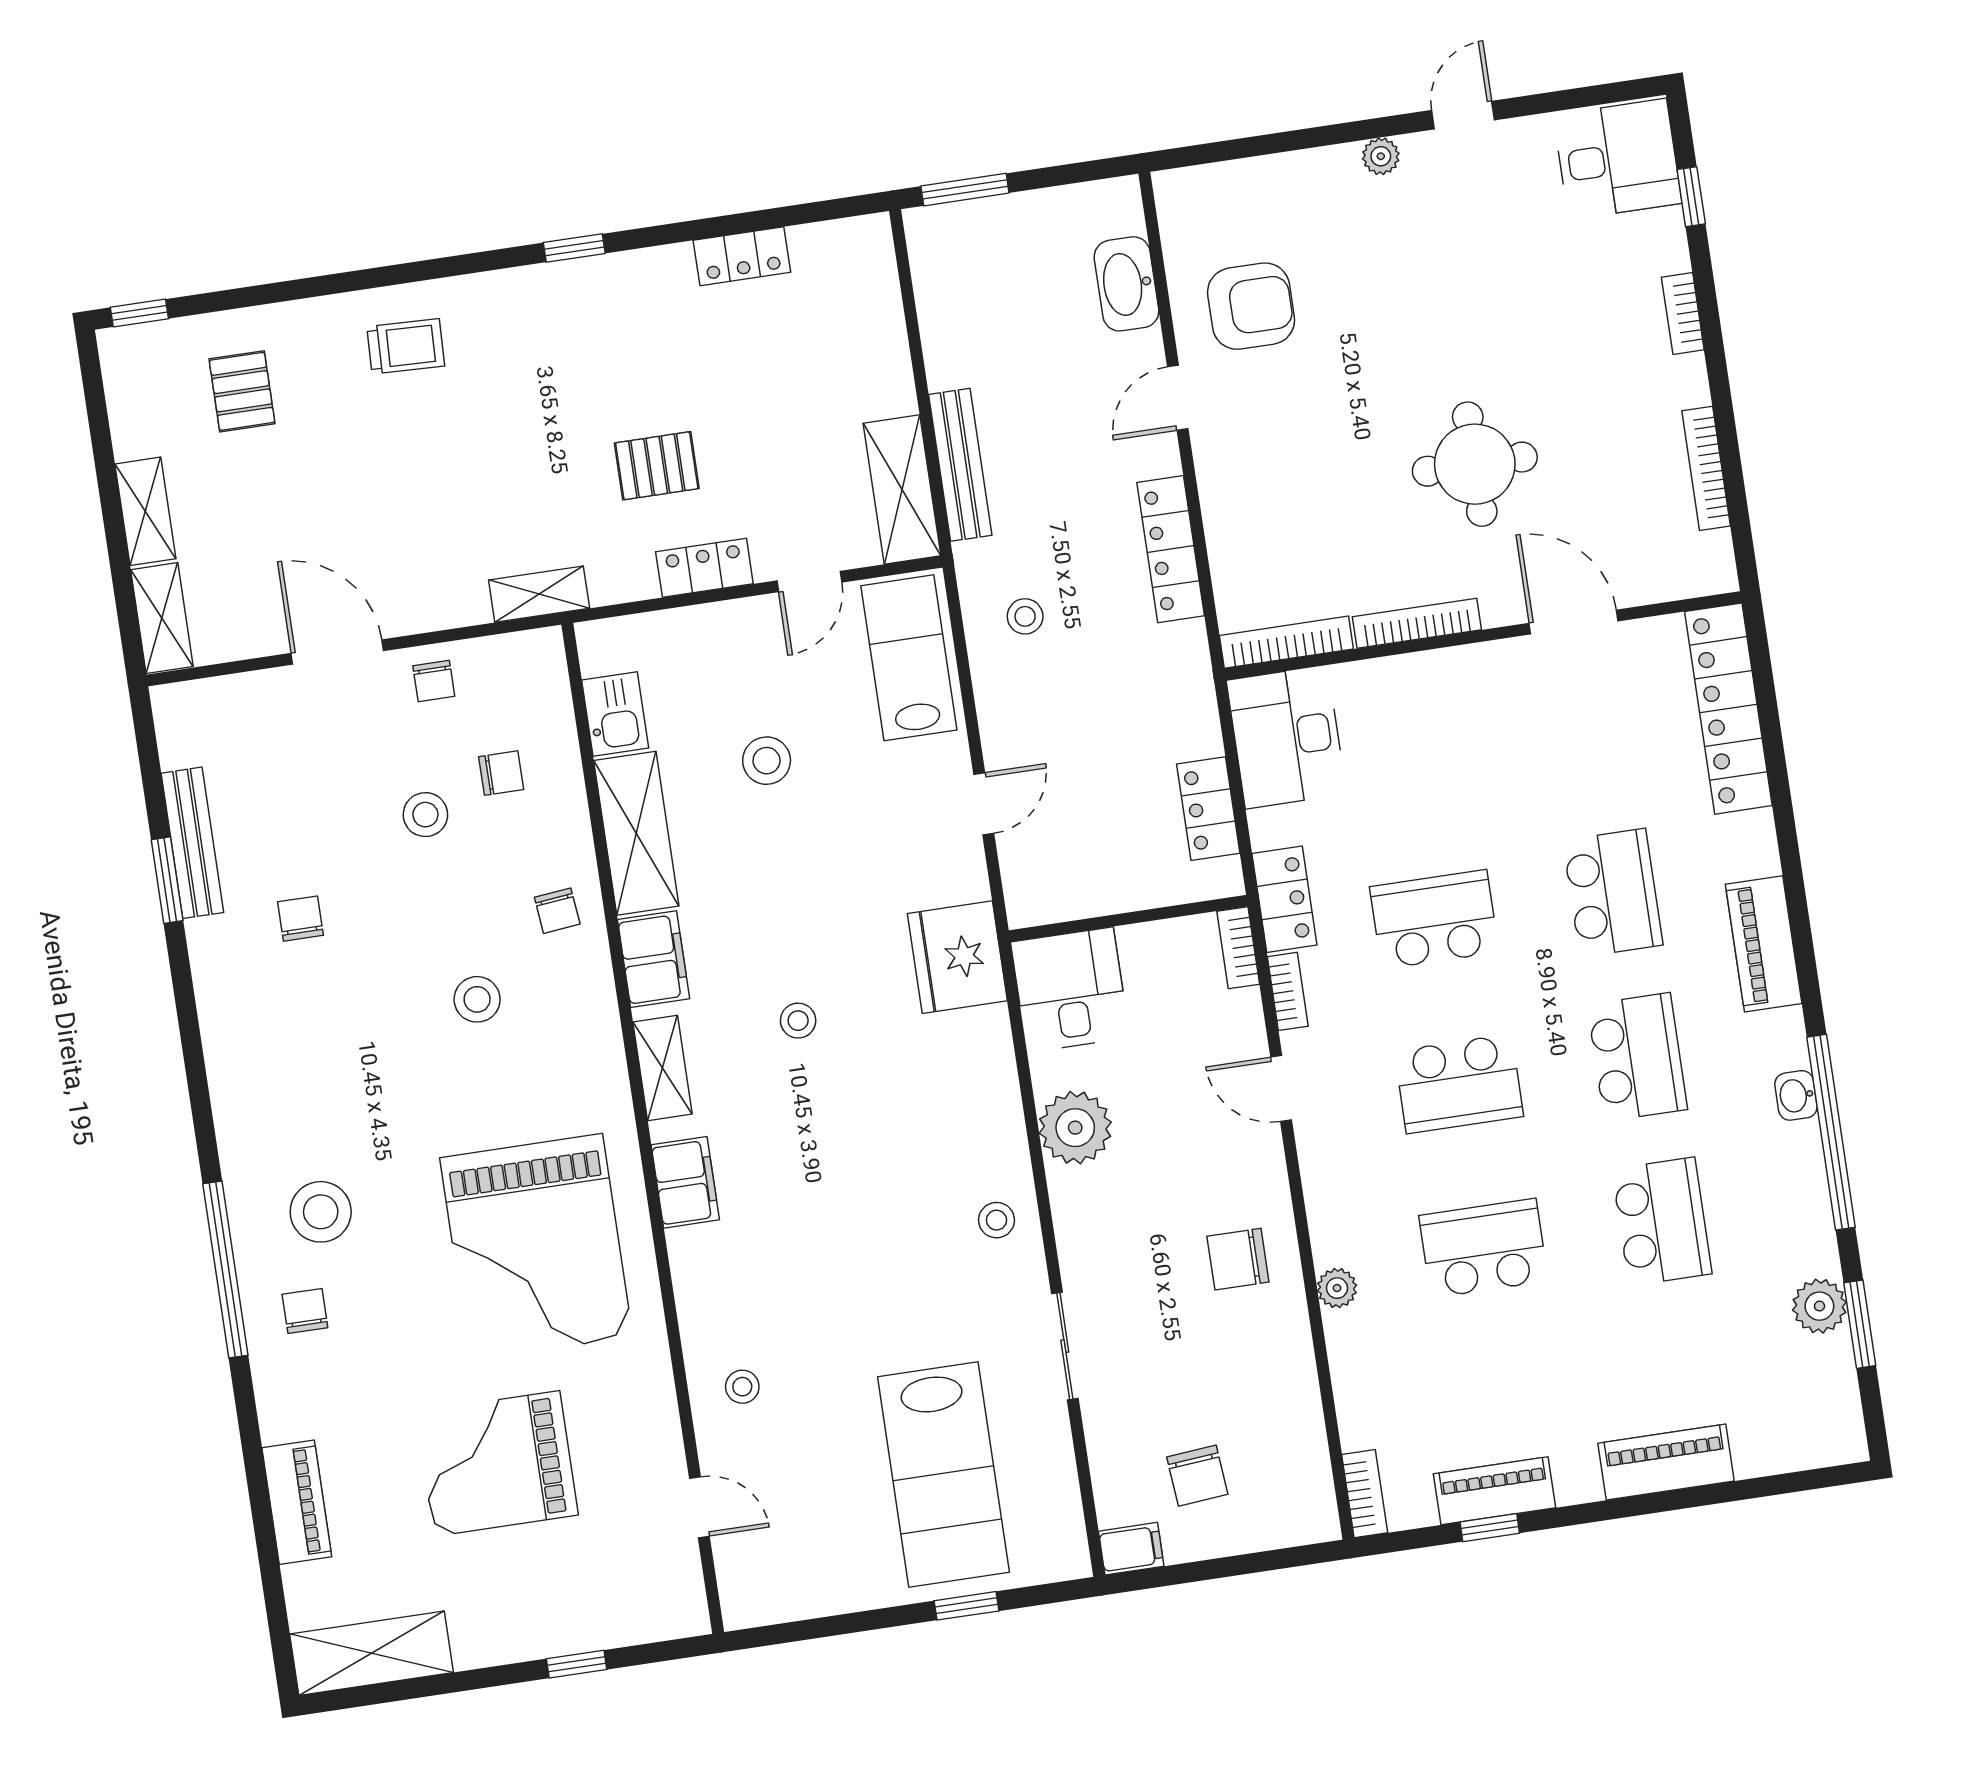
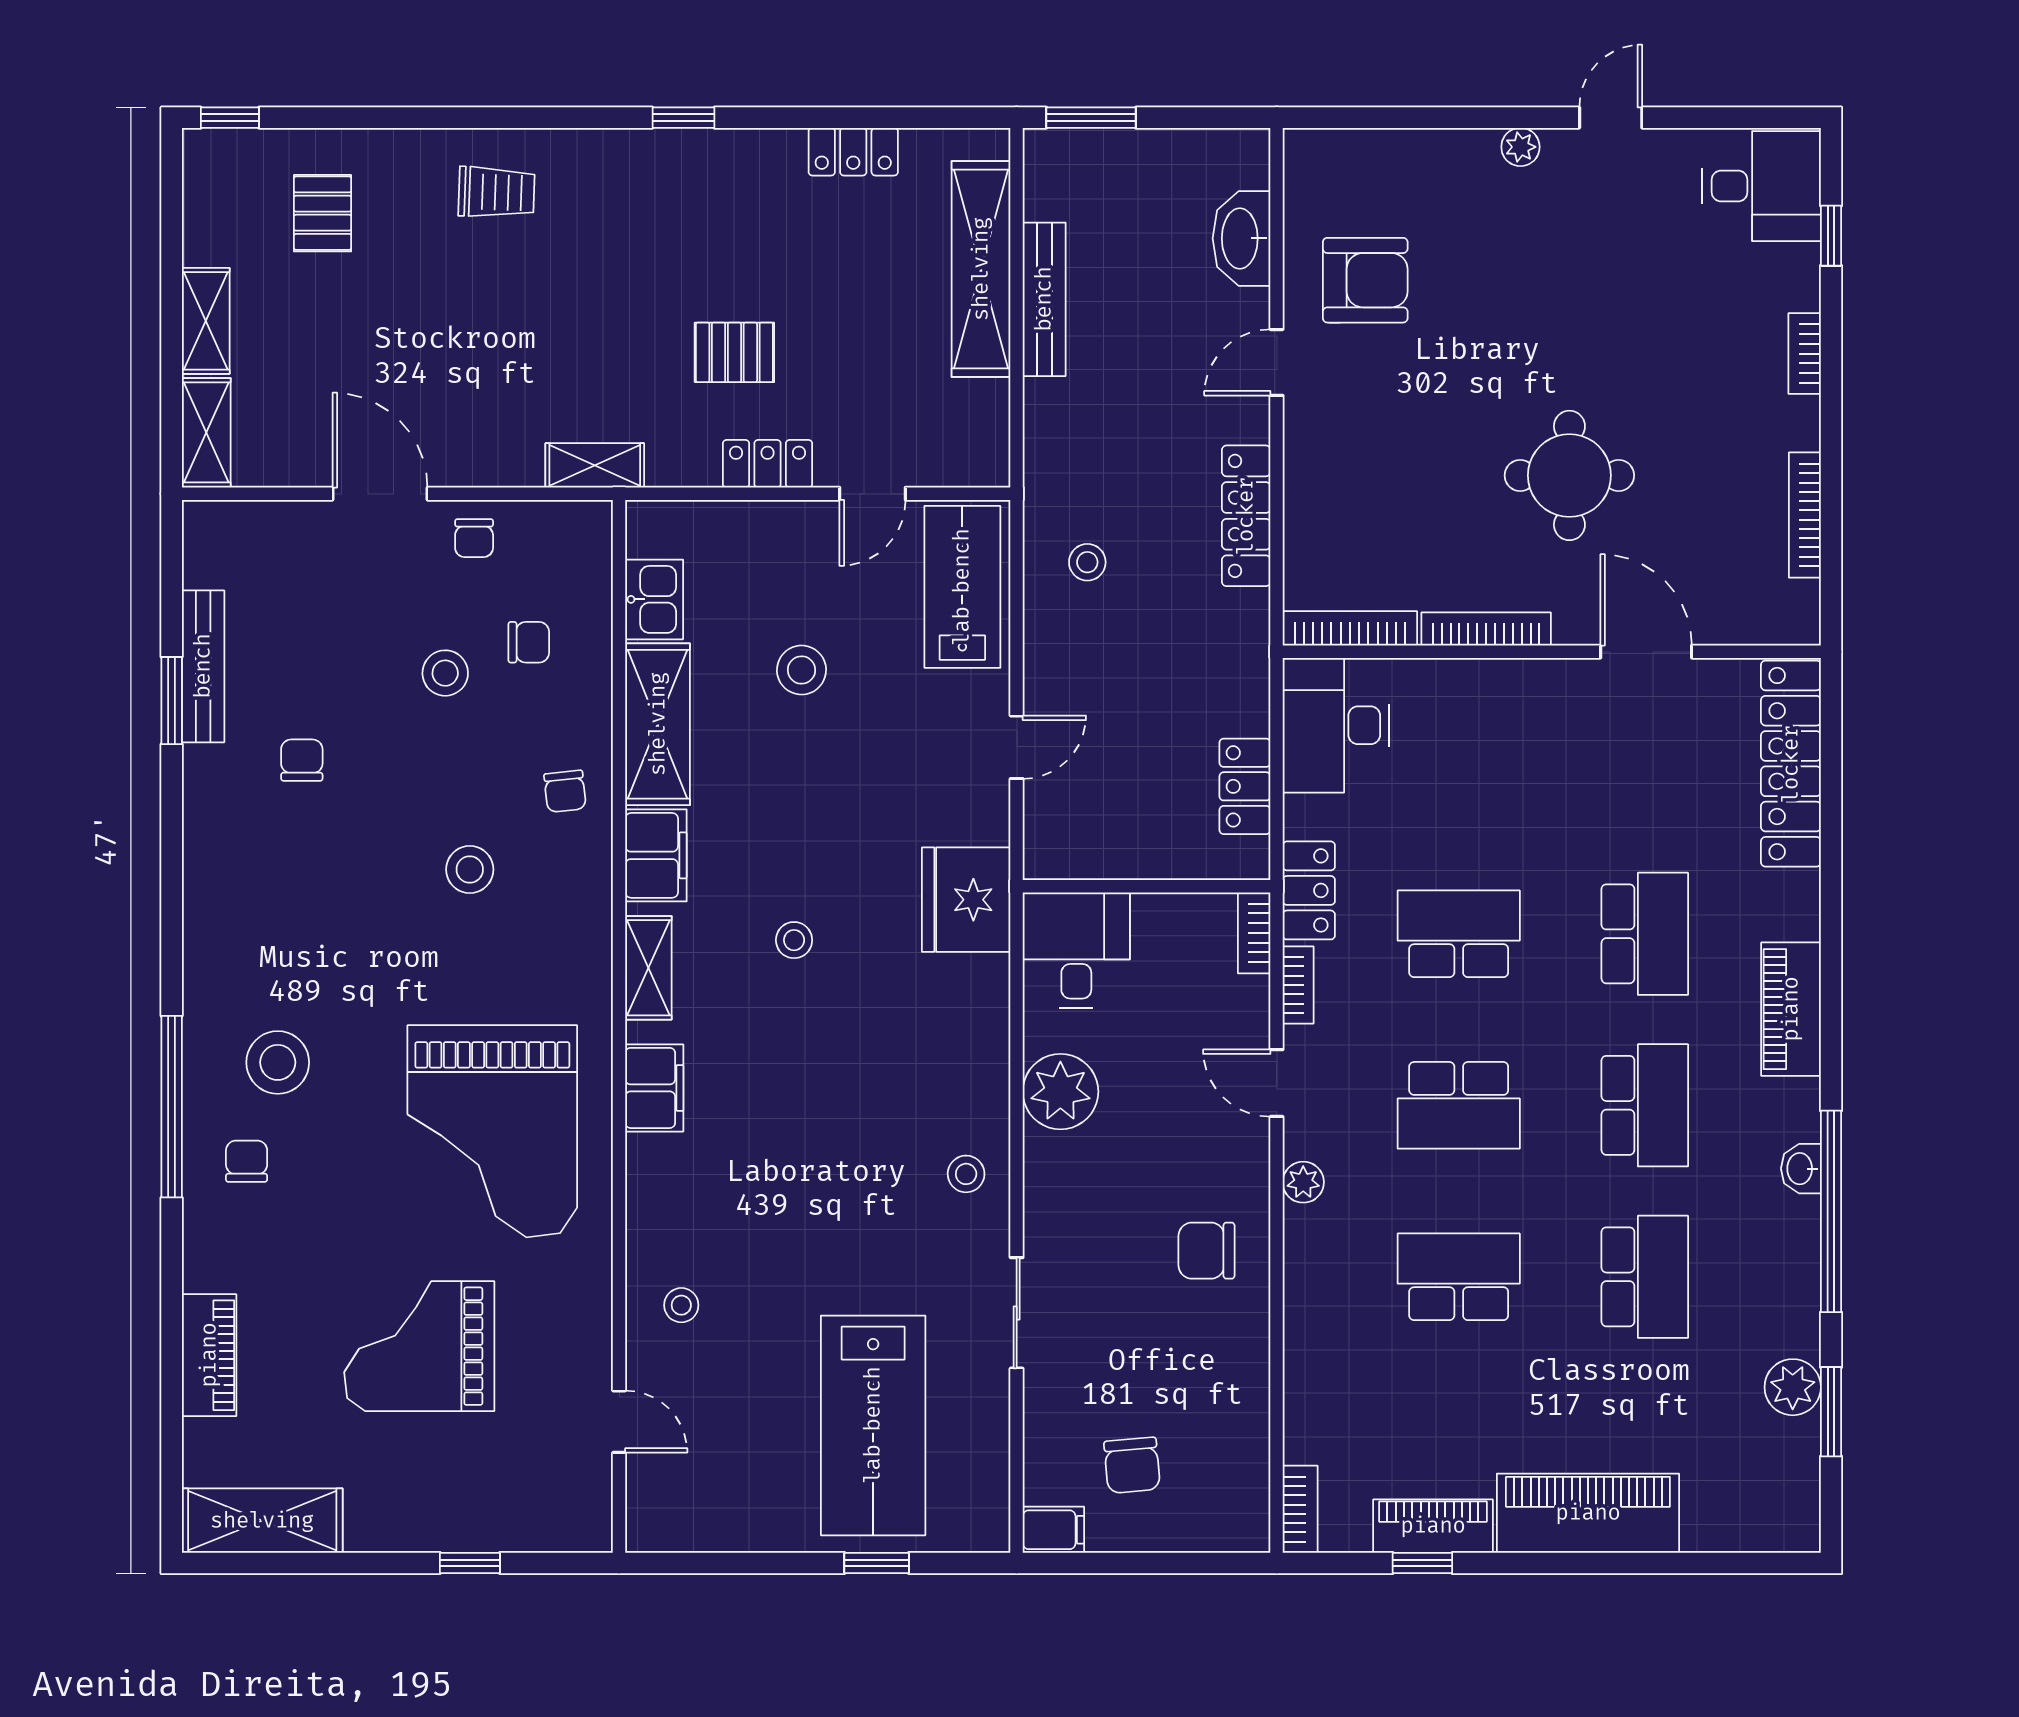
bench: (960, 465) -> (1044, 299), moved
shelving: (902, 489) -> (981, 269), moved, width x1.47
plant: (1337, 1288) -> (1303, 1182), moved
piano: (1666, 1462) -> (1588, 1513), width x1.37, depth x1.33

